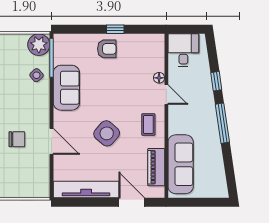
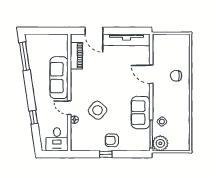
window: (222, 123) -> (25, 56), moved
coffee table: (148, 125) -> (82, 86), removed
side table: (107, 133) -> (98, 110), moved
sofa: (181, 164) -> (59, 78), moved

